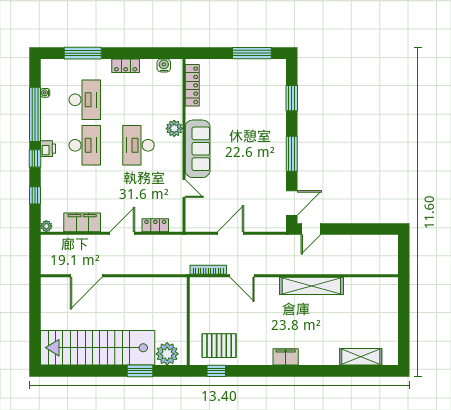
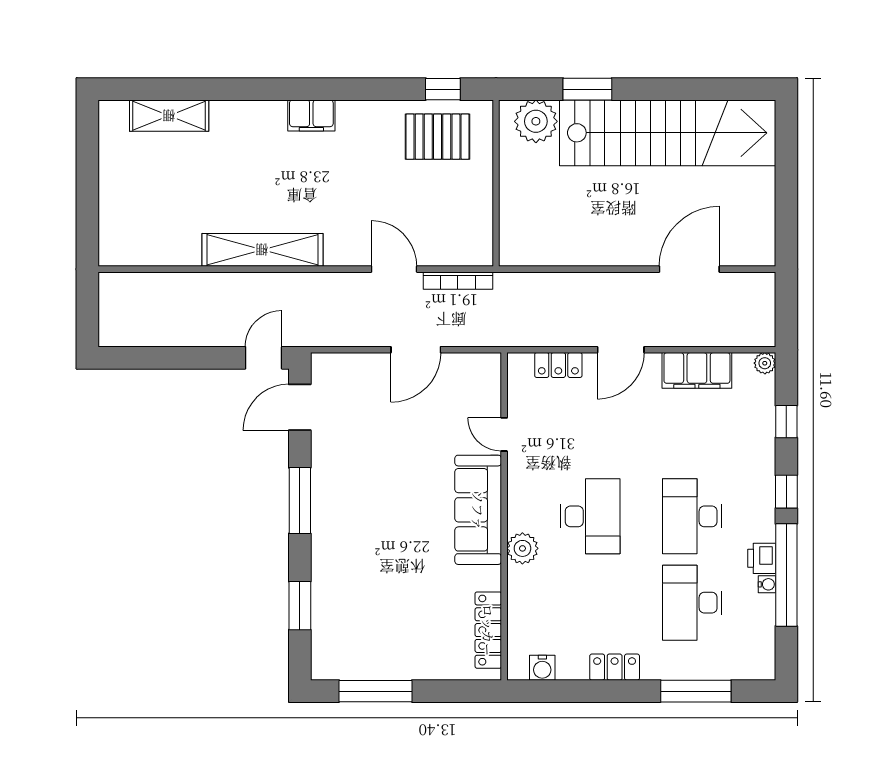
water cooler: (45, 93) -> (767, 584), moved
printer: (48, 149) -> (762, 558), moved

